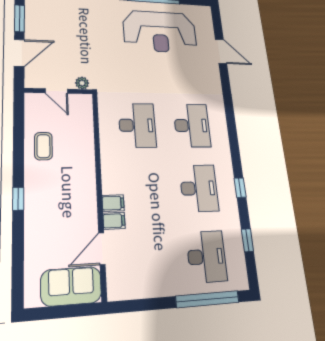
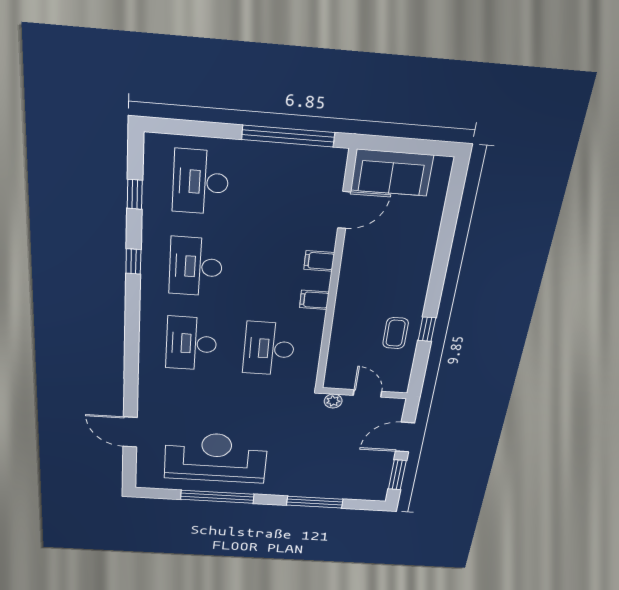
window: (18, 199) -> (427, 329), moved
filing cabinet: (114, 221) -> (314, 300), moved
window: (207, 299) -> (288, 136), moved

